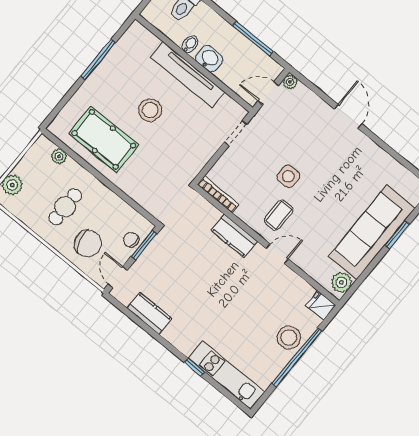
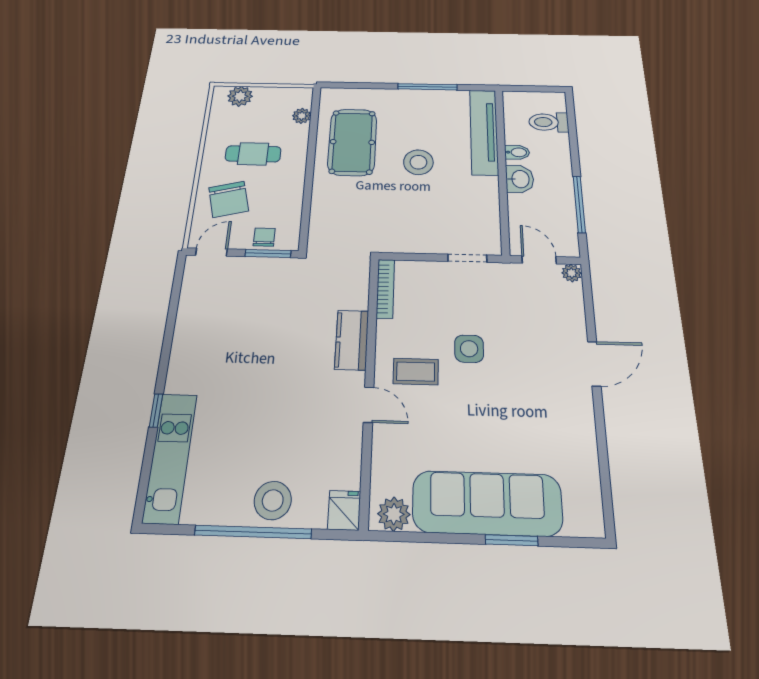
tv unit: (188, 75) -> (484, 132), moved
kitchen counter: (149, 313) -> (191, 313), removed

